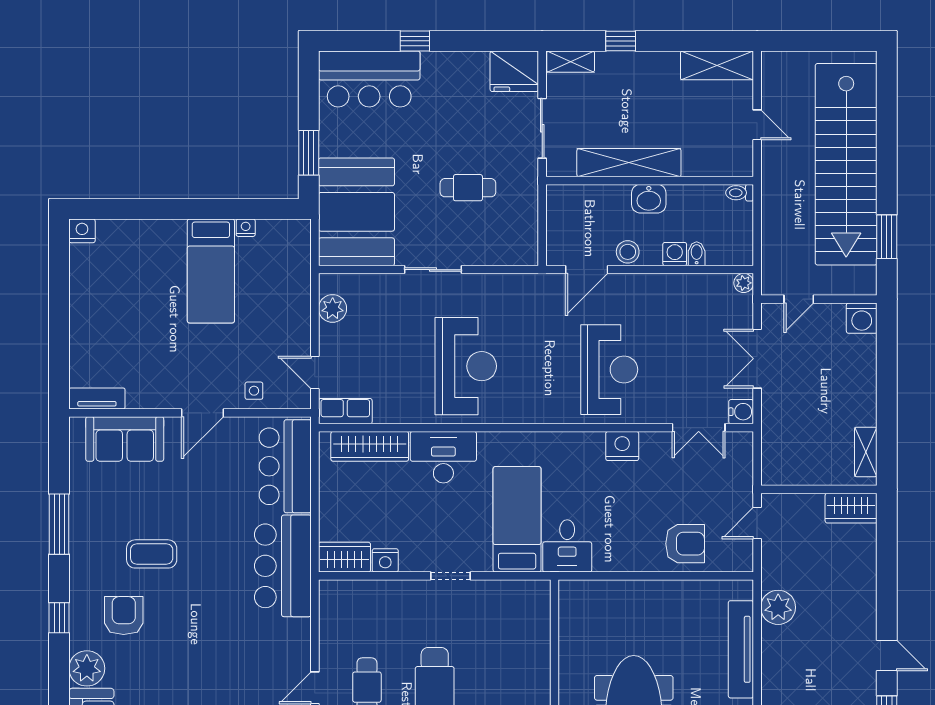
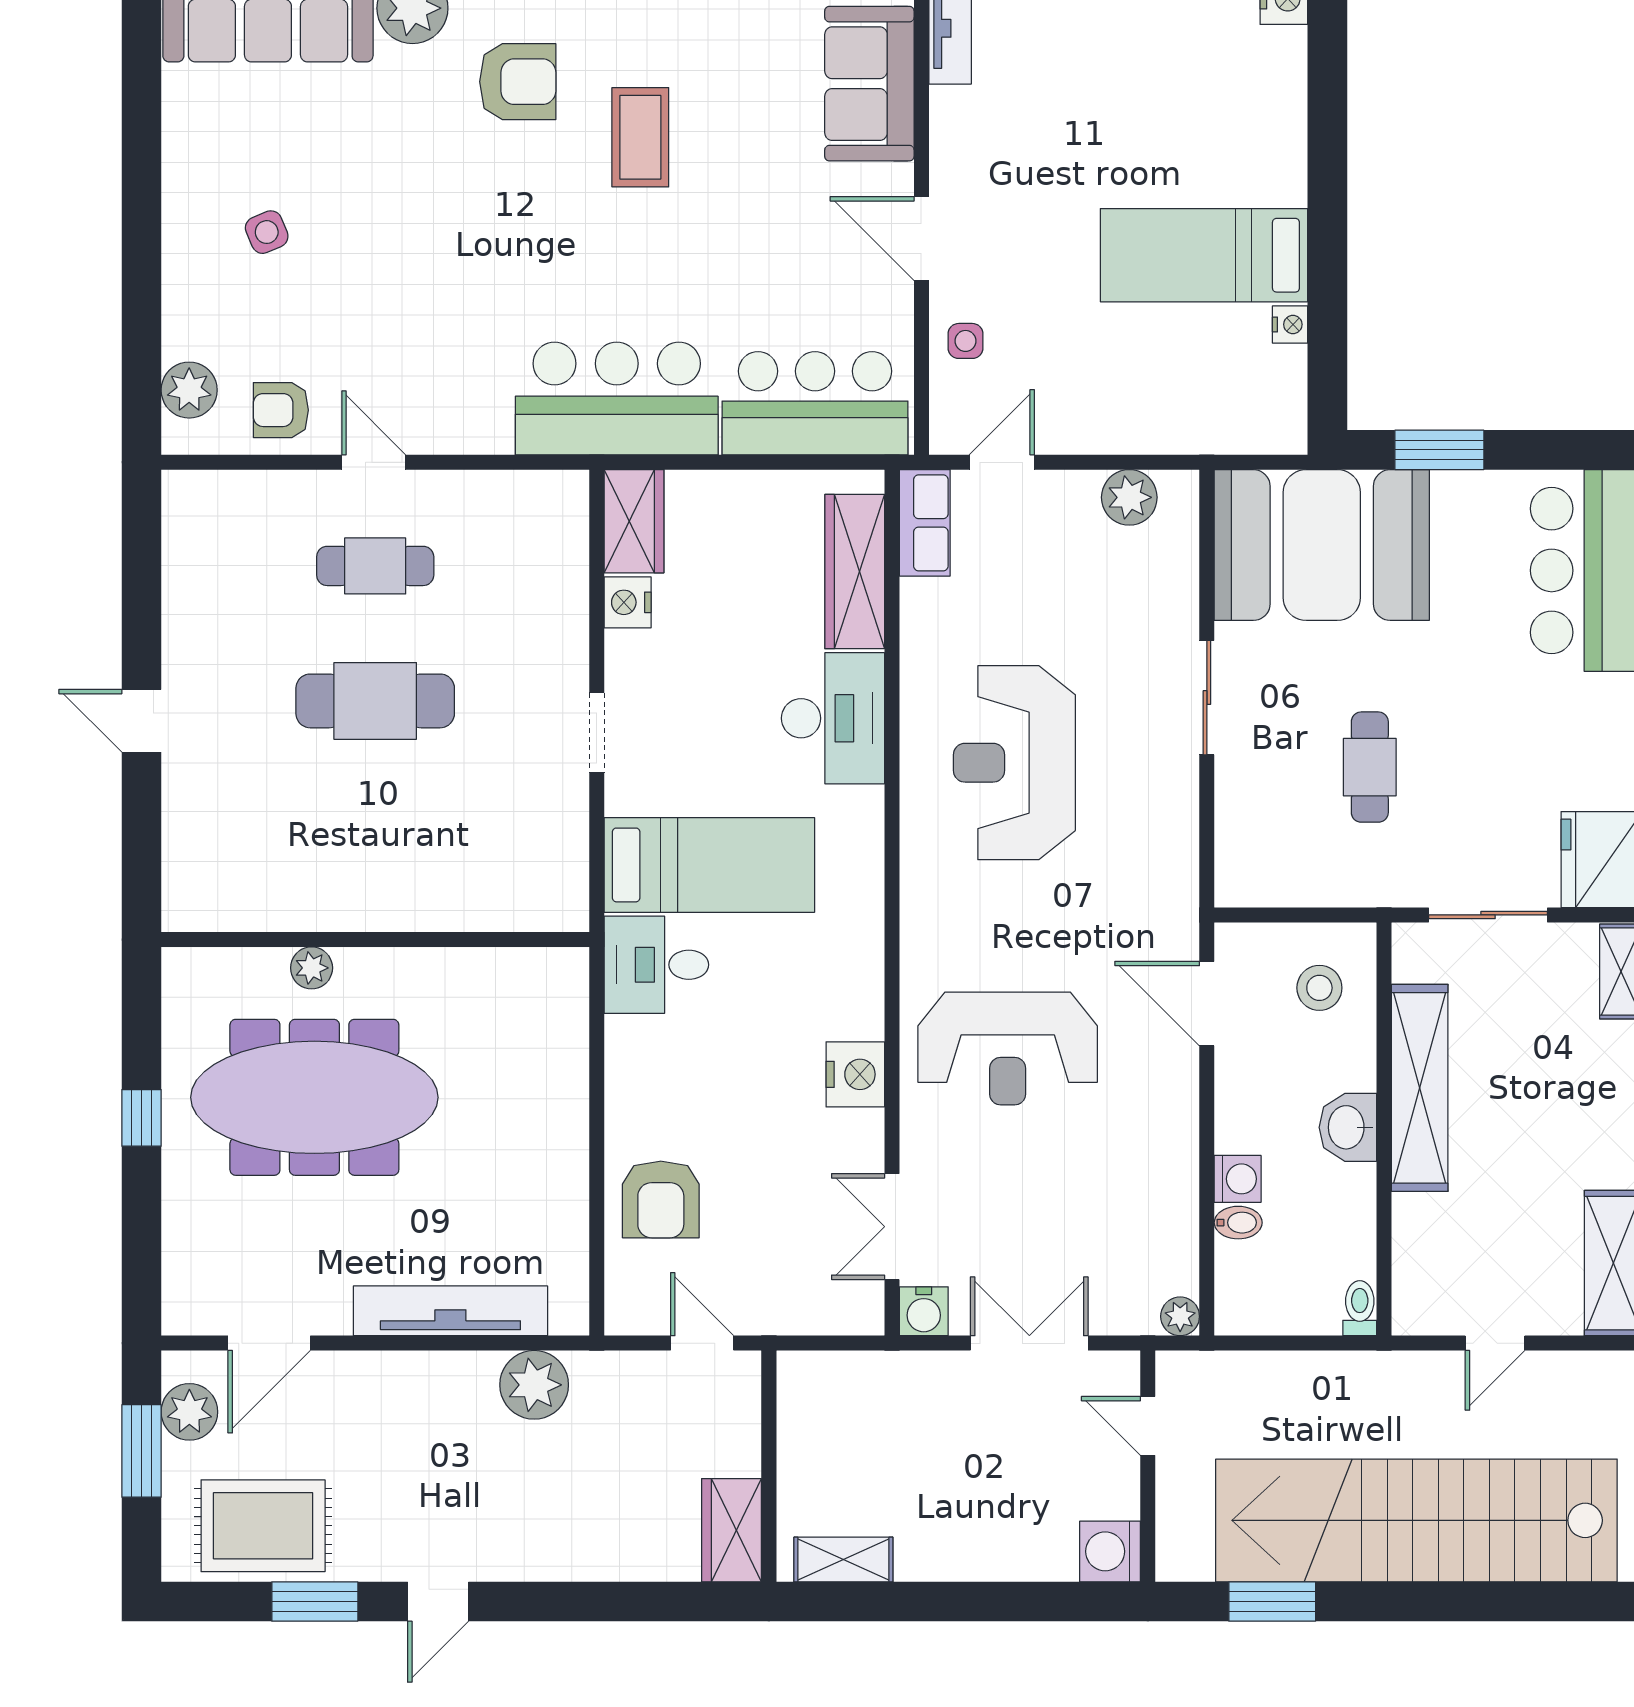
stool: (628, 252) -> (1319, 988), moved
reception desk: (466, 366) -> (1014, 763), turned 90

